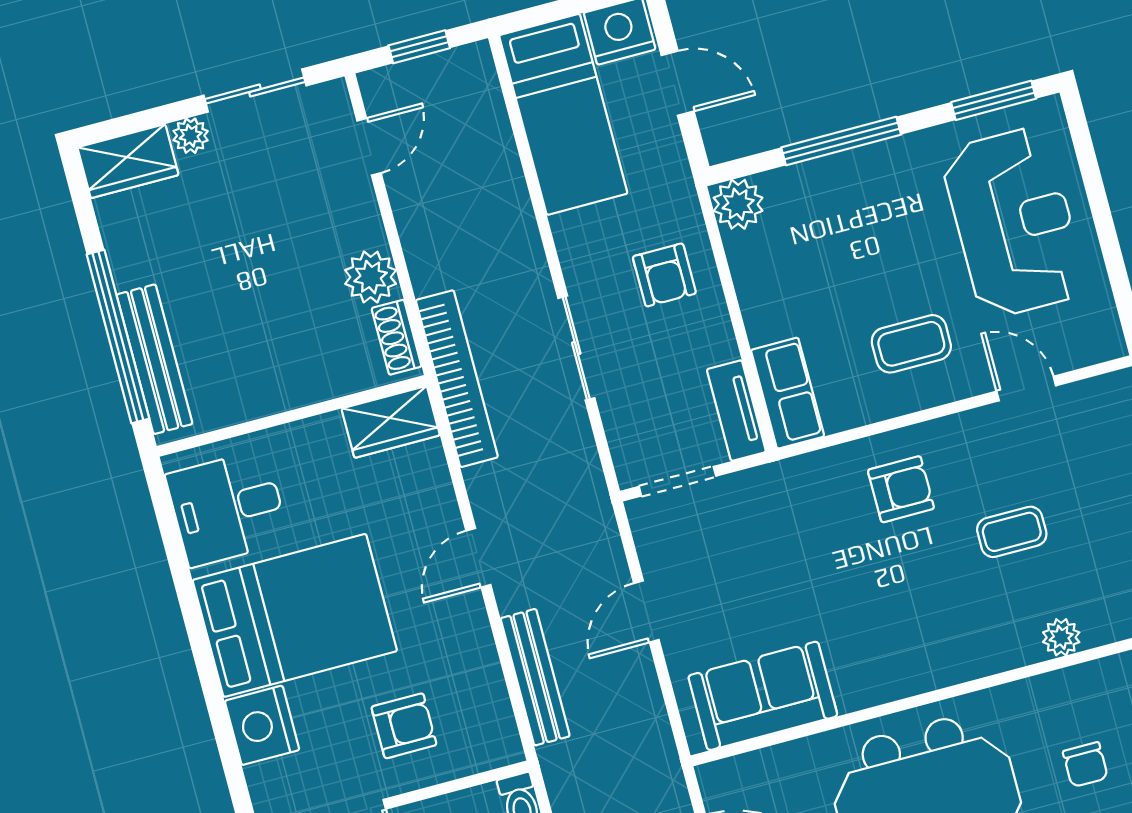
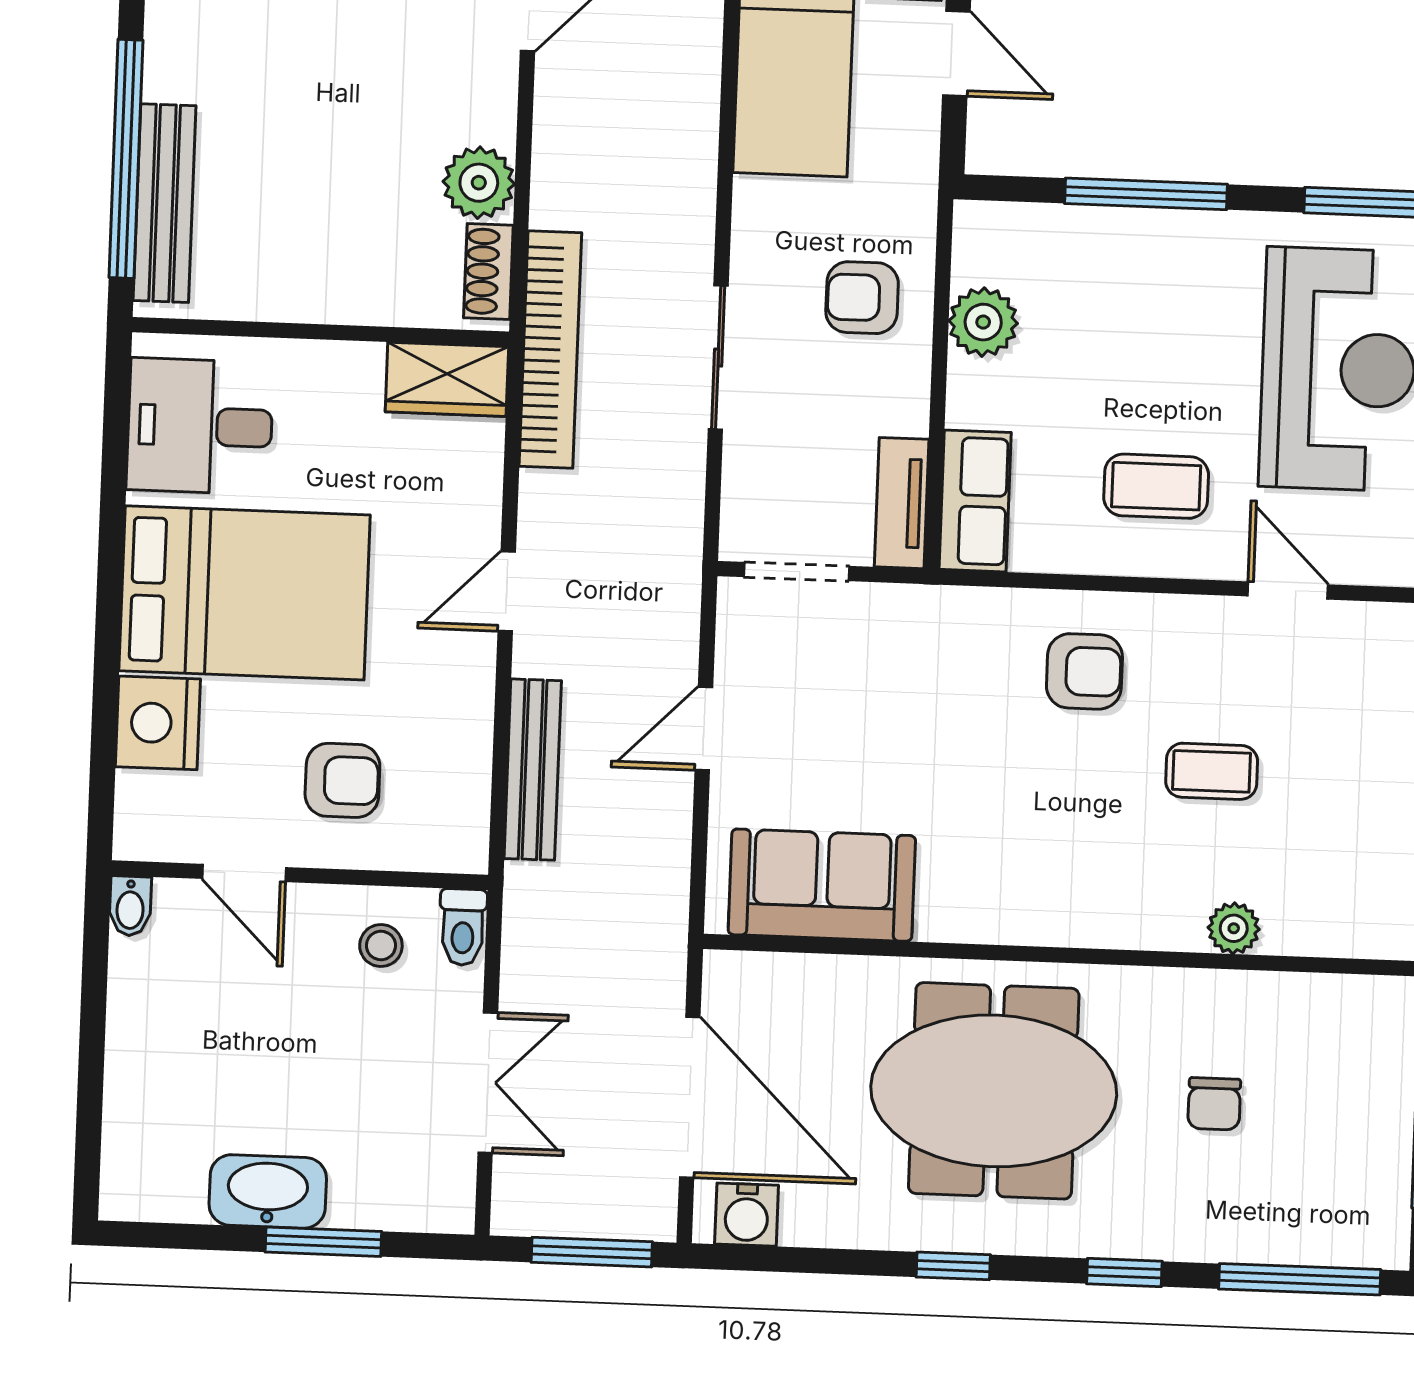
plant: (738, 204) -> (983, 322), moved
armchair: (664, 275) -> (862, 298), turned 90

